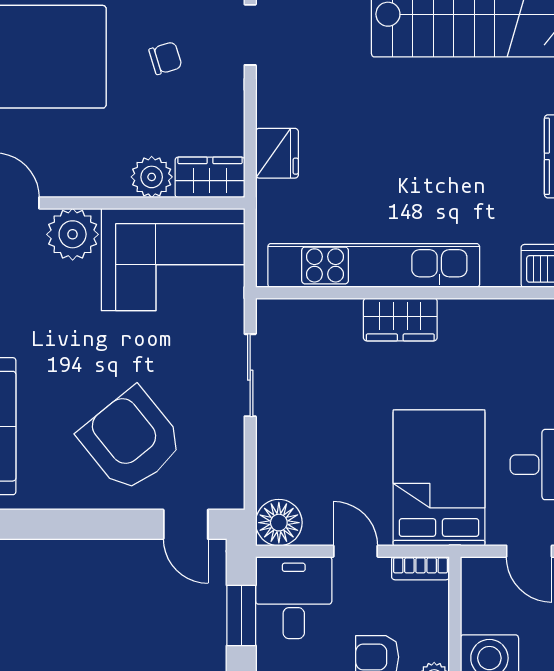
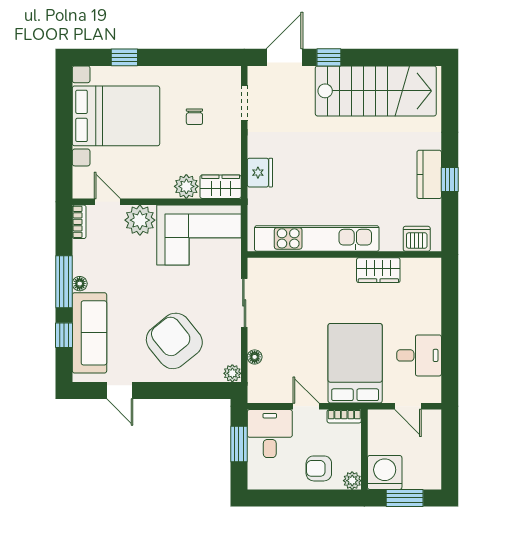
chair: (165, 58) -> (194, 117), turned 107
wardrobe: (400, 319) -> (378, 270), moved
plant: (230, 495) -> (232, 373), added
floor lamp: (279, 523) -> (255, 357), moved, width x0.53, depth x0.53
door: (186, 524) -> (120, 390), moved

